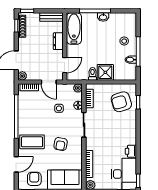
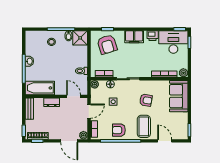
shower: (105, 72) -> (80, 38), moved
filing cabinet: (130, 131) -> (134, 37), added
armchair: (34, 179) -> (119, 130), moved

